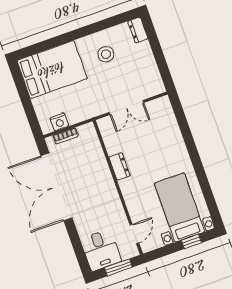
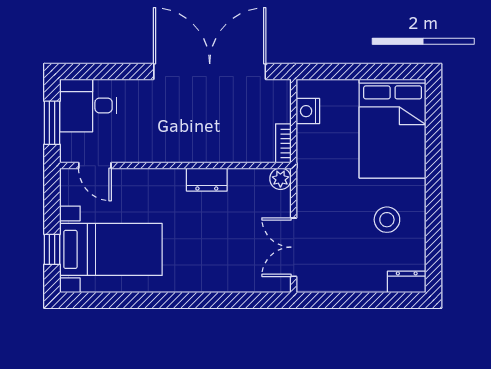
double door: (126, 107) -> (294, 247), moved
plant: (104, 124) -> (280, 179), added
bookcase: (66, 136) -> (283, 143), moved

